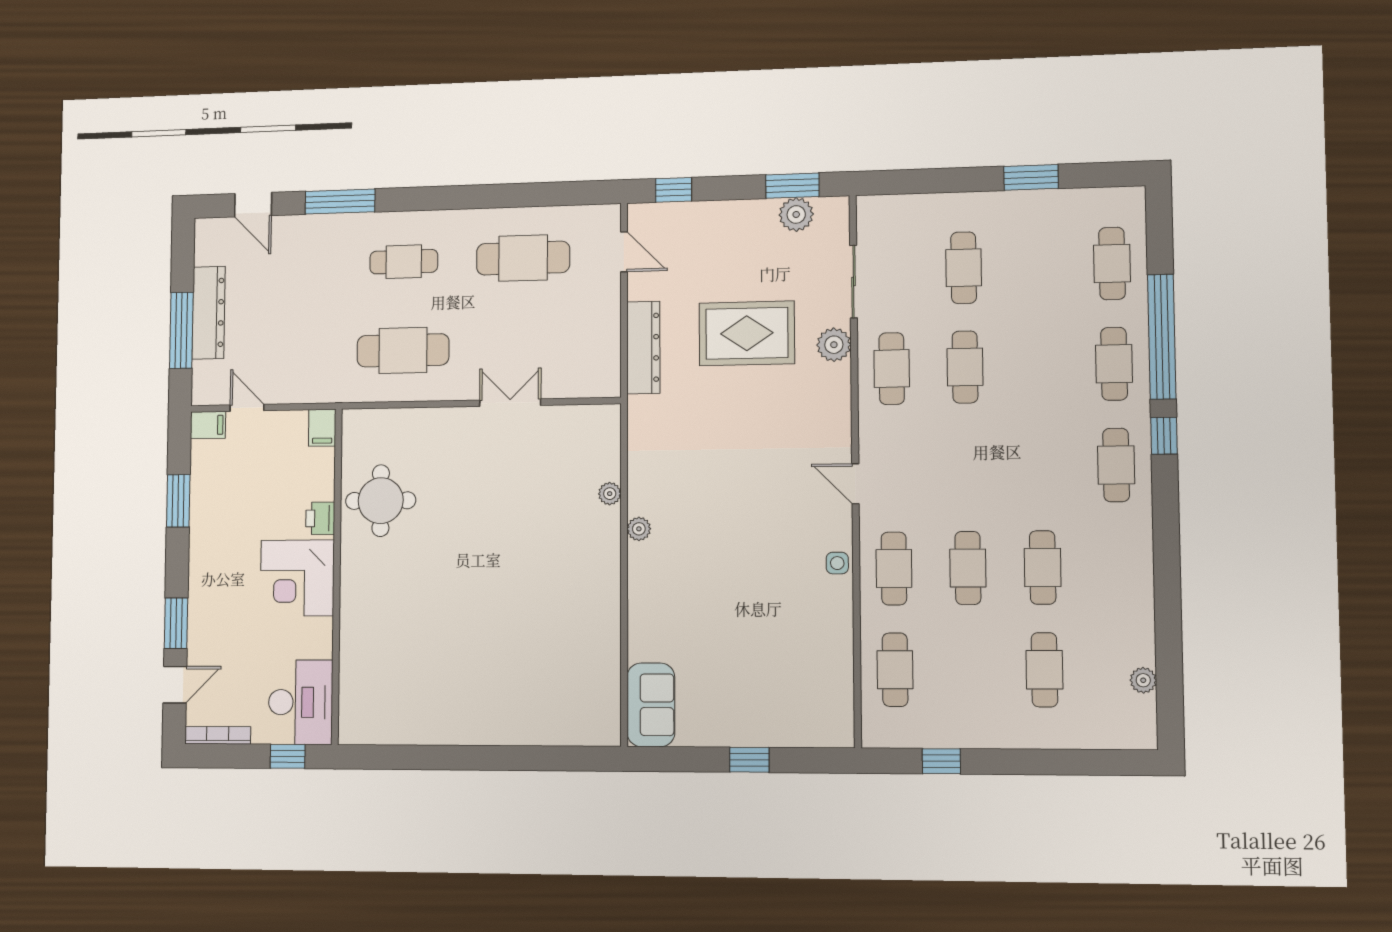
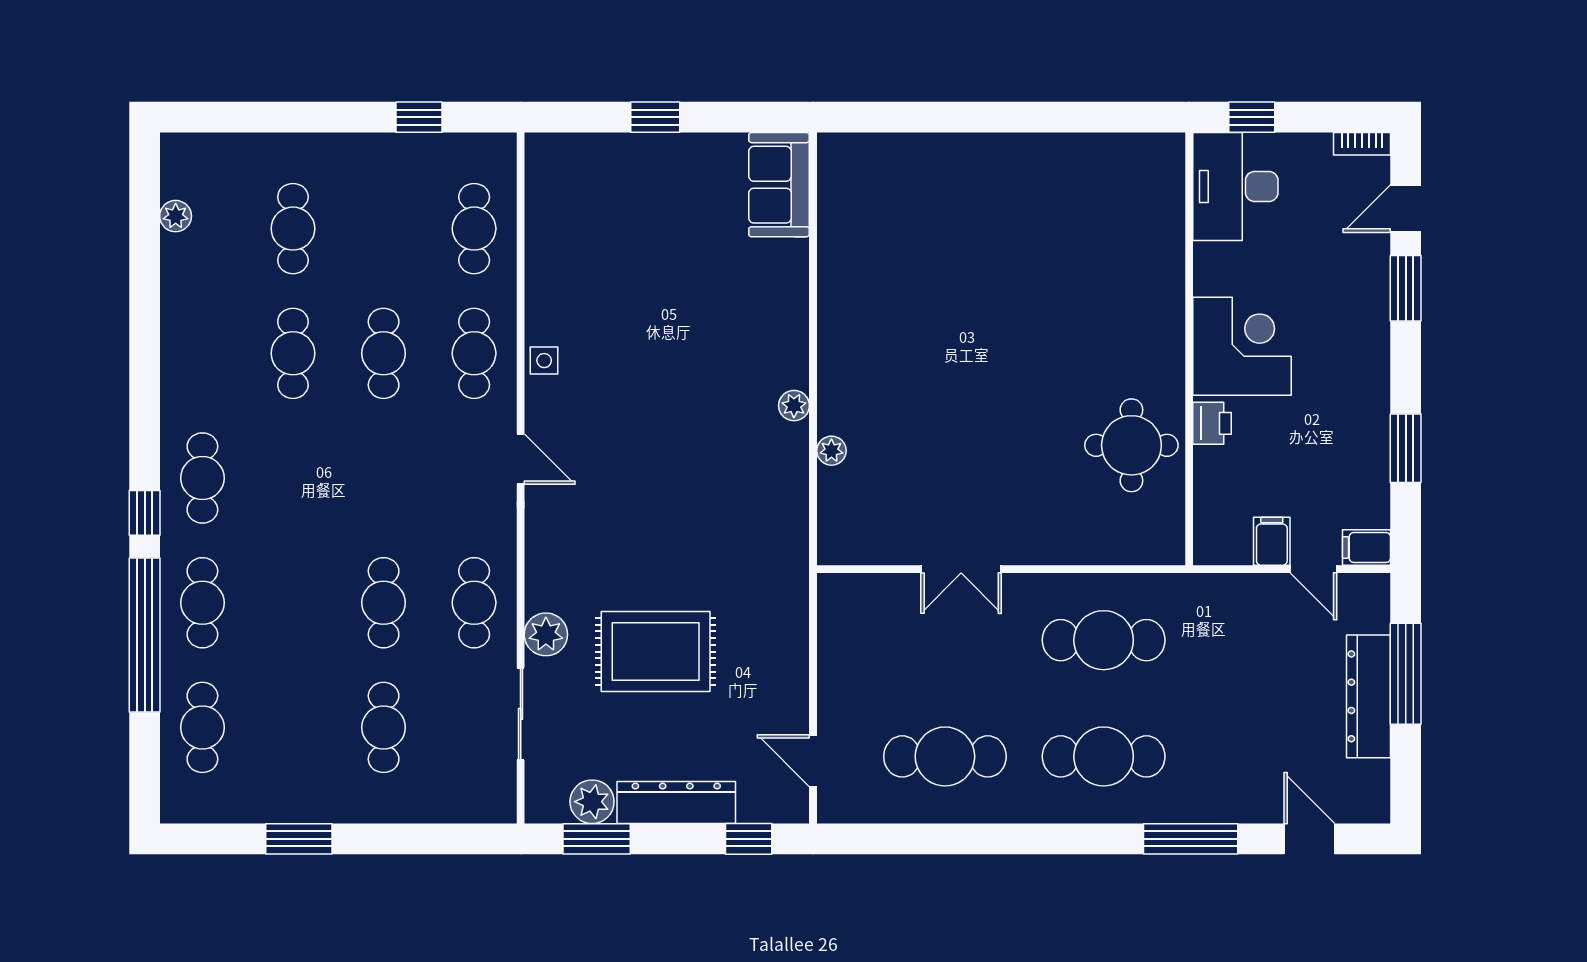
cafe table: (404, 262) -> (1104, 756), width x1.37, depth x1.35
dresser: (643, 348) -> (676, 803), moved, turned 90
filing cabinet: (322, 428) -> (1272, 541), moved
bookcase: (218, 735) -> (1362, 144), width x0.64

